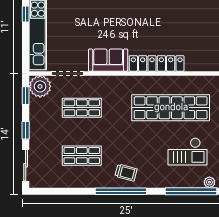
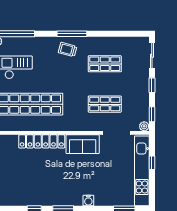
window: (26, 14) -> (152, 163), moved
plant: (40, 86) -> (144, 126), width x0.53, depth x0.53
window: (121, 191) -> (72, 34), width x0.68

